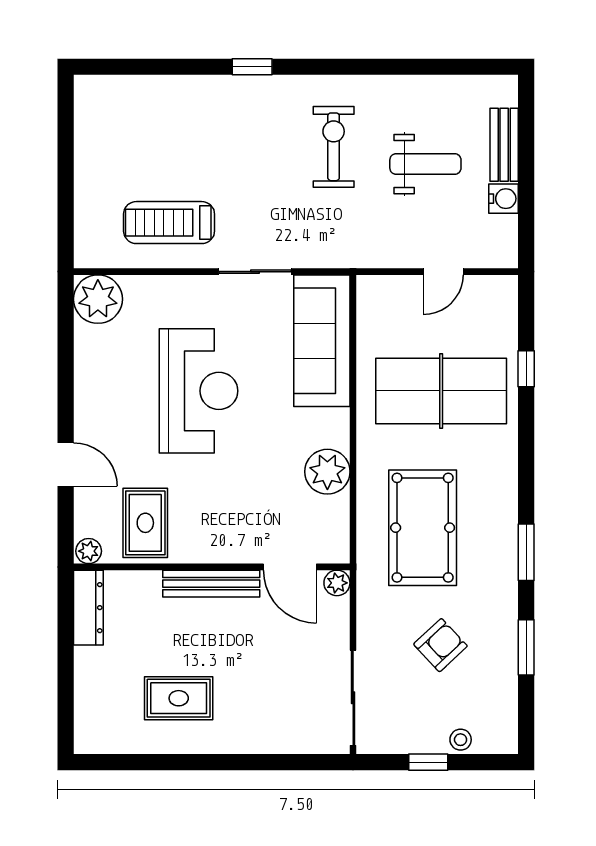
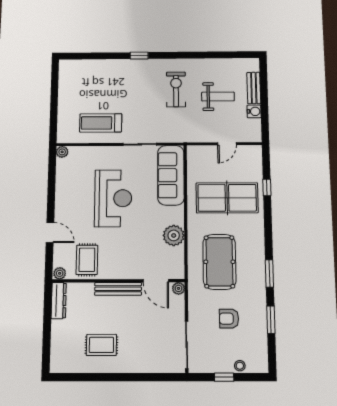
plant: (98, 299) -> (62, 152), width x0.53, depth x0.53
armchair: (440, 645) -> (229, 319), turned -137

